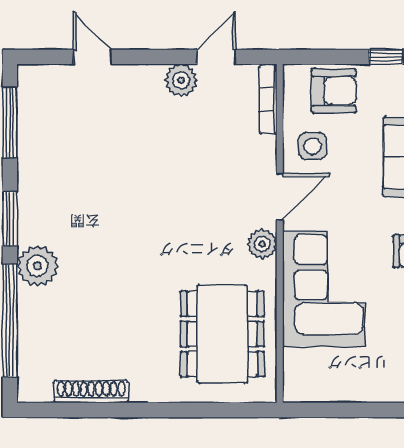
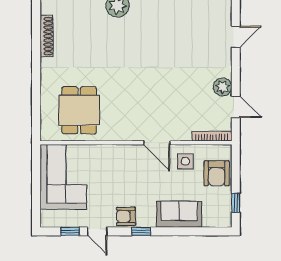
plant: (262, 244) -> (130, 133), removed
corner sofa: (324, 289) -> (63, 177), moved, turned -90
dining table: (222, 334) -> (79, 110), width x0.73

